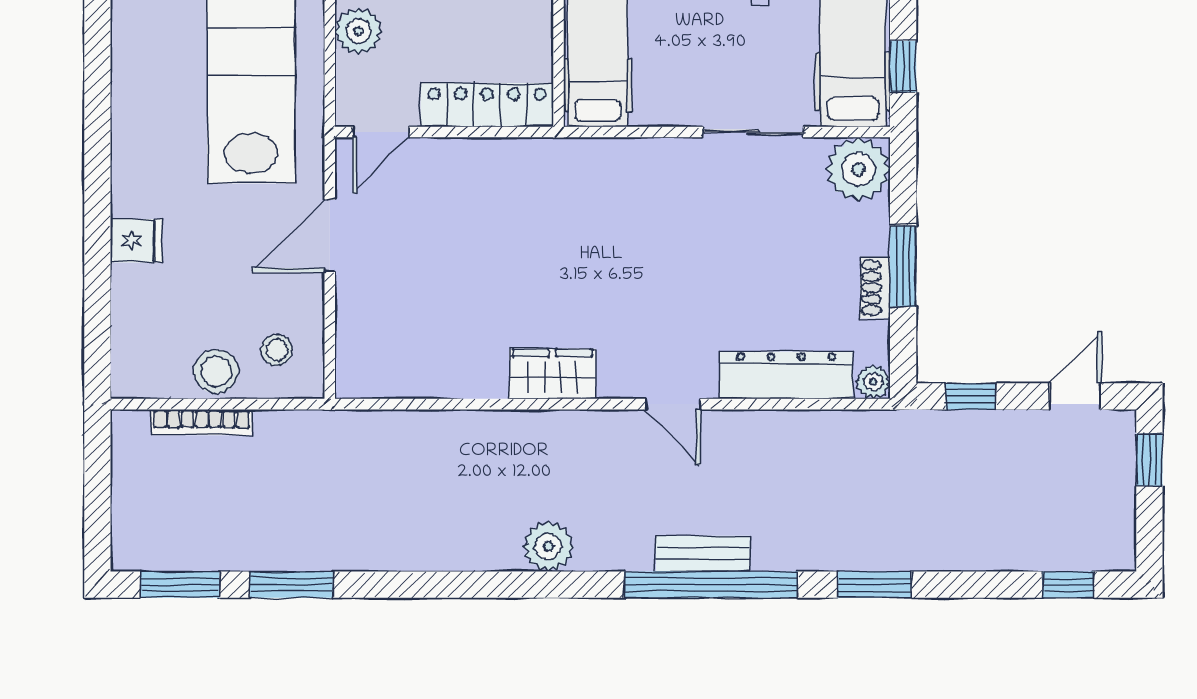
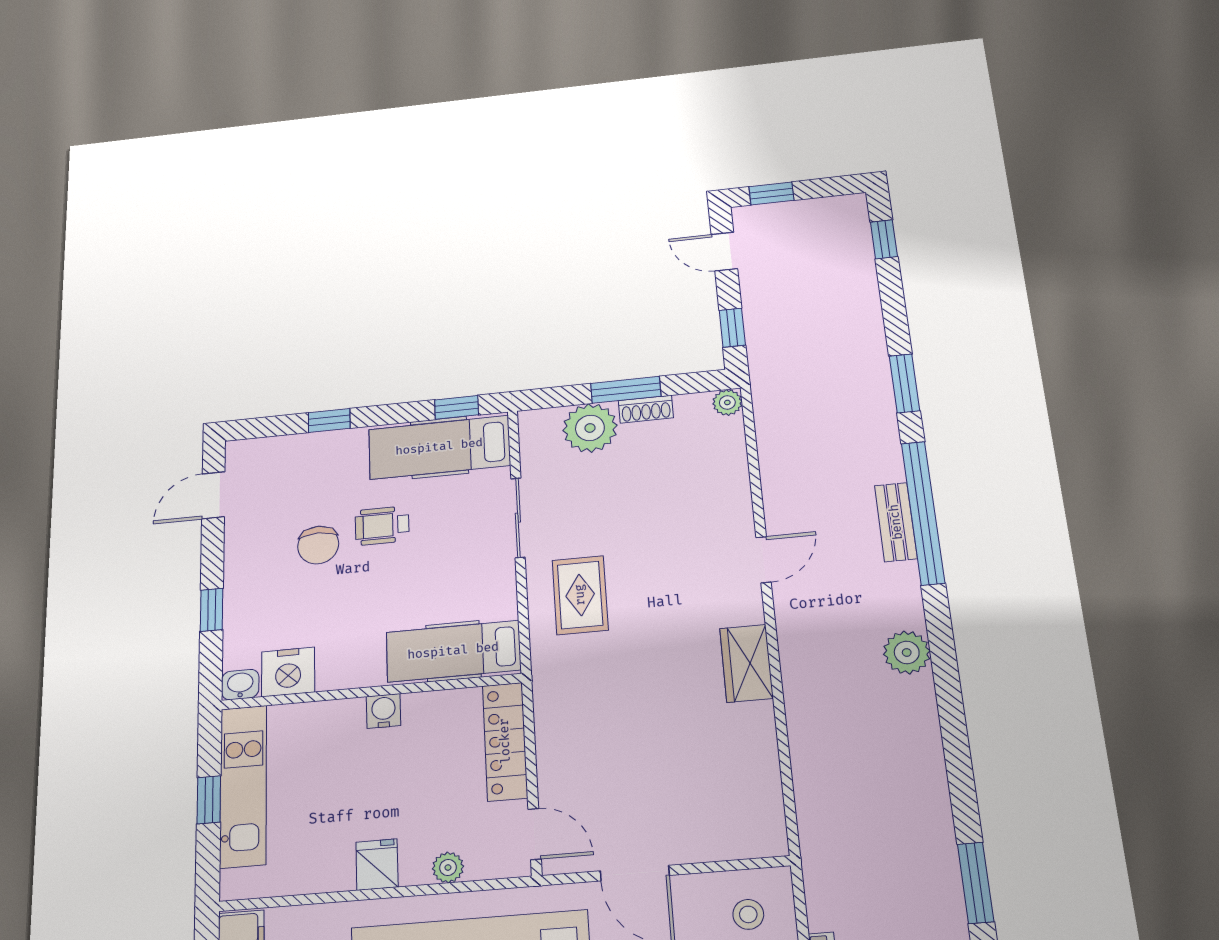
plant: (358, 31) -> (448, 868), width x0.73, depth x0.73
plant: (858, 169) -> (590, 428), moved
rug: (651, 197) -> (580, 595), added
dresser: (786, 375) -> (728, 471), removed

